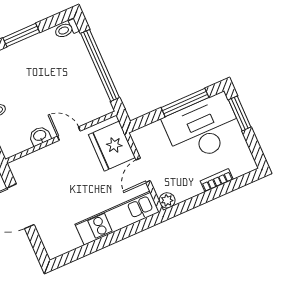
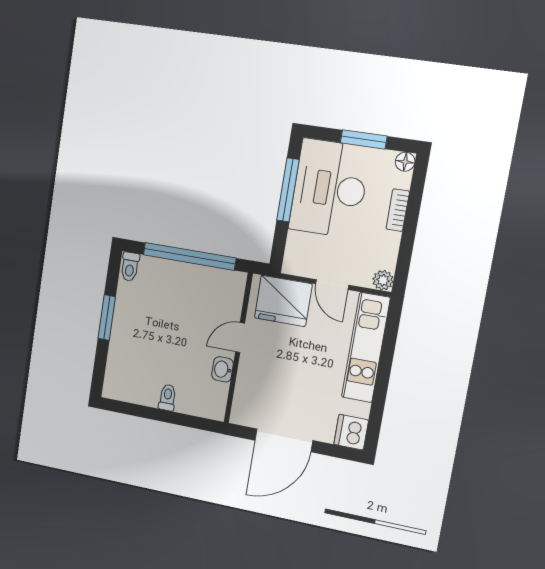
window: (240, 113) -> (364, 139), moved
floor lamp: (249, 165) -> (405, 162), added
dishwasher: (56, 245) -> (351, 432), added

